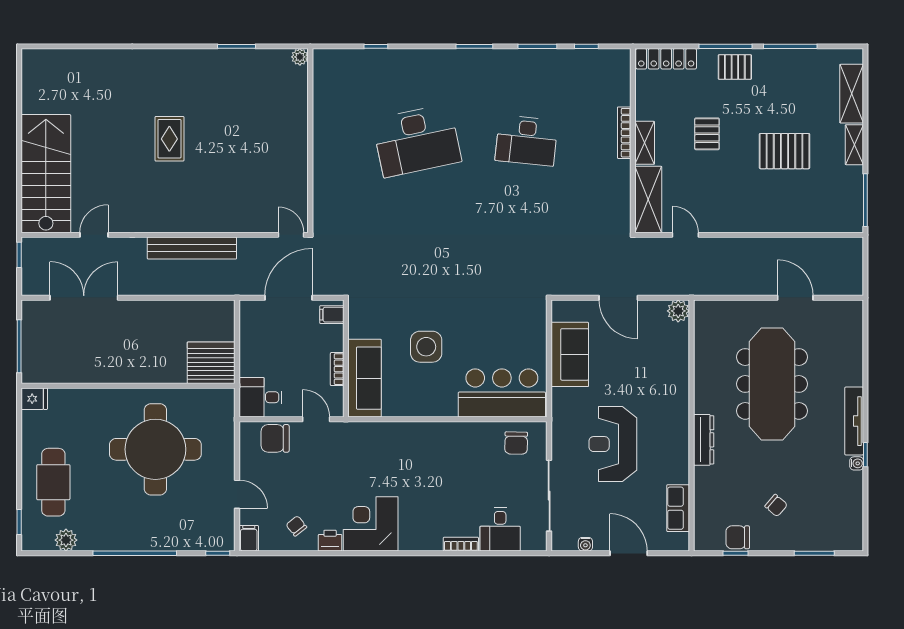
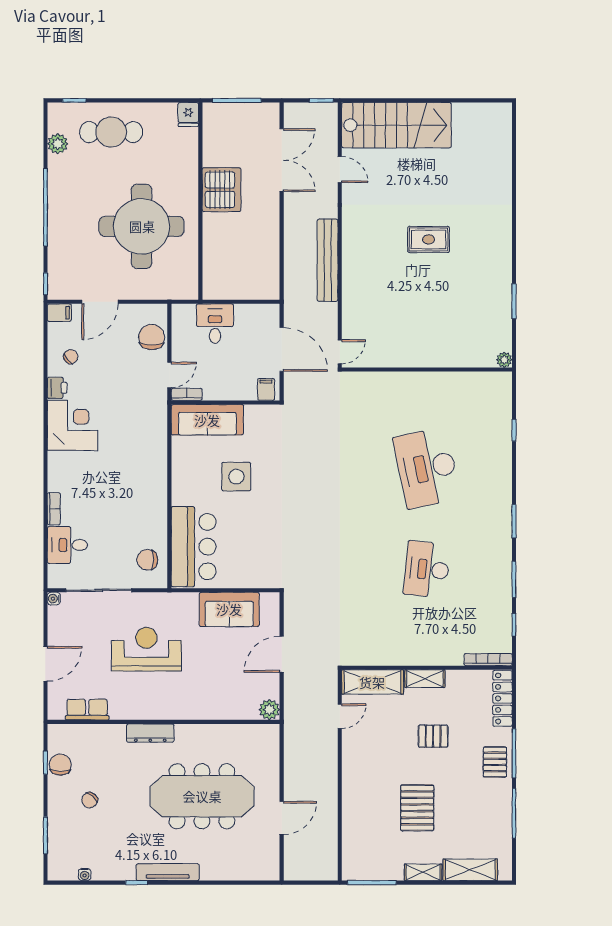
bookcase: (624, 133) -> (488, 660), moved
server rack: (211, 363) -> (222, 190), moved
bookcase: (337, 369) -> (187, 394), moved
desk: (261, 397) -> (215, 324), moved
water cooler: (857, 463) -> (85, 874), moved
door: (237, 494) -> (100, 302), width x1.38
water cooler: (585, 544) -> (54, 599), moved

